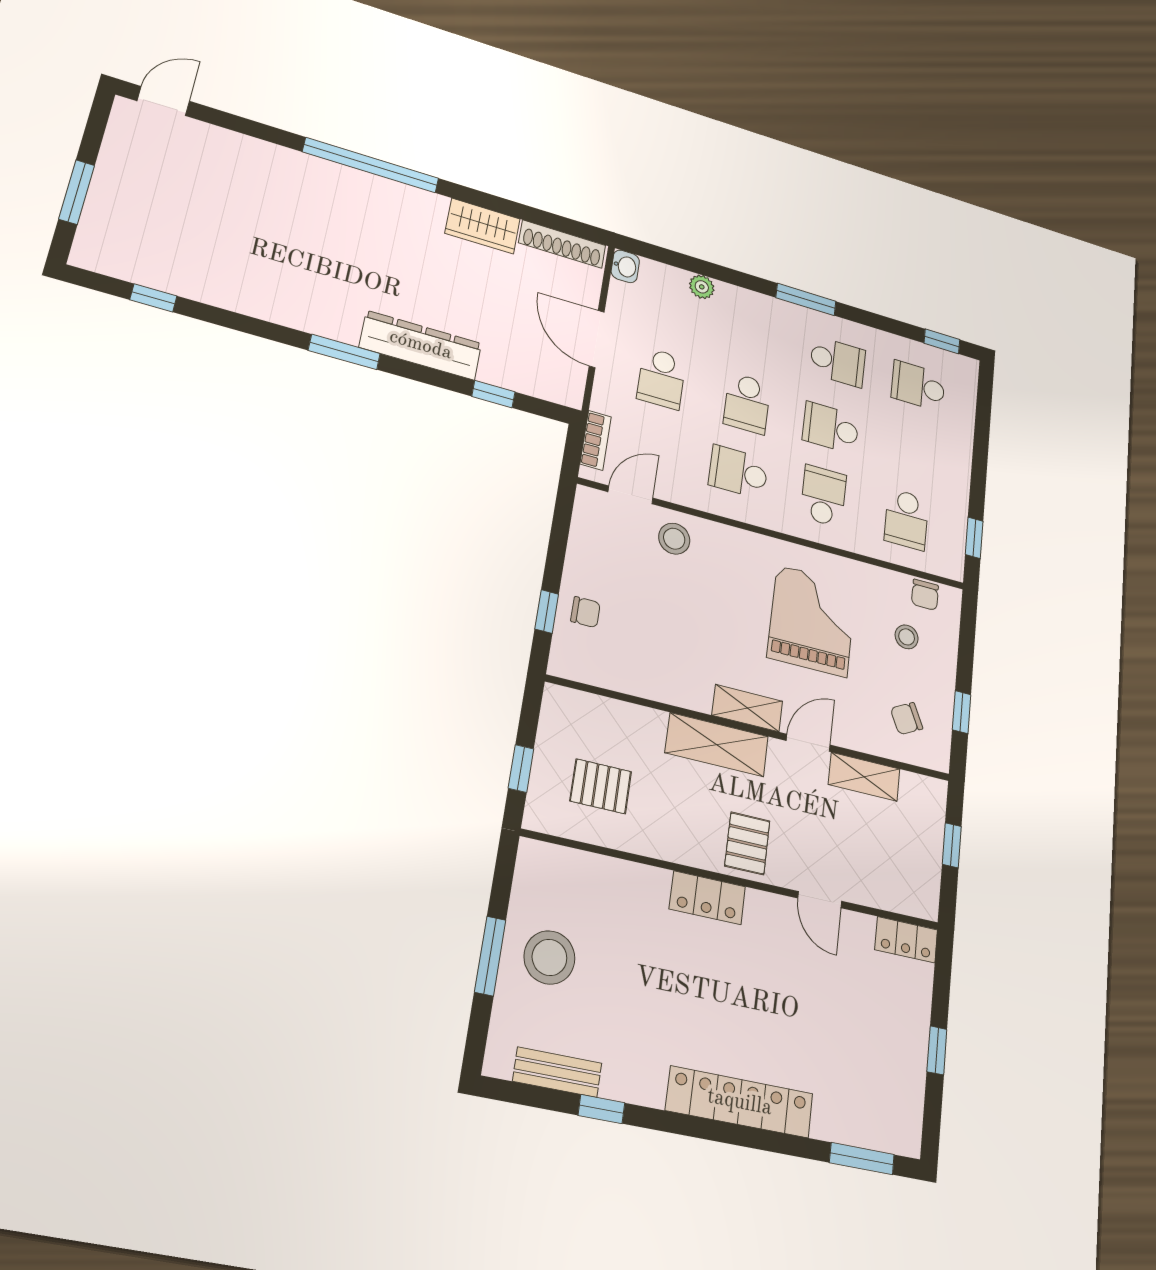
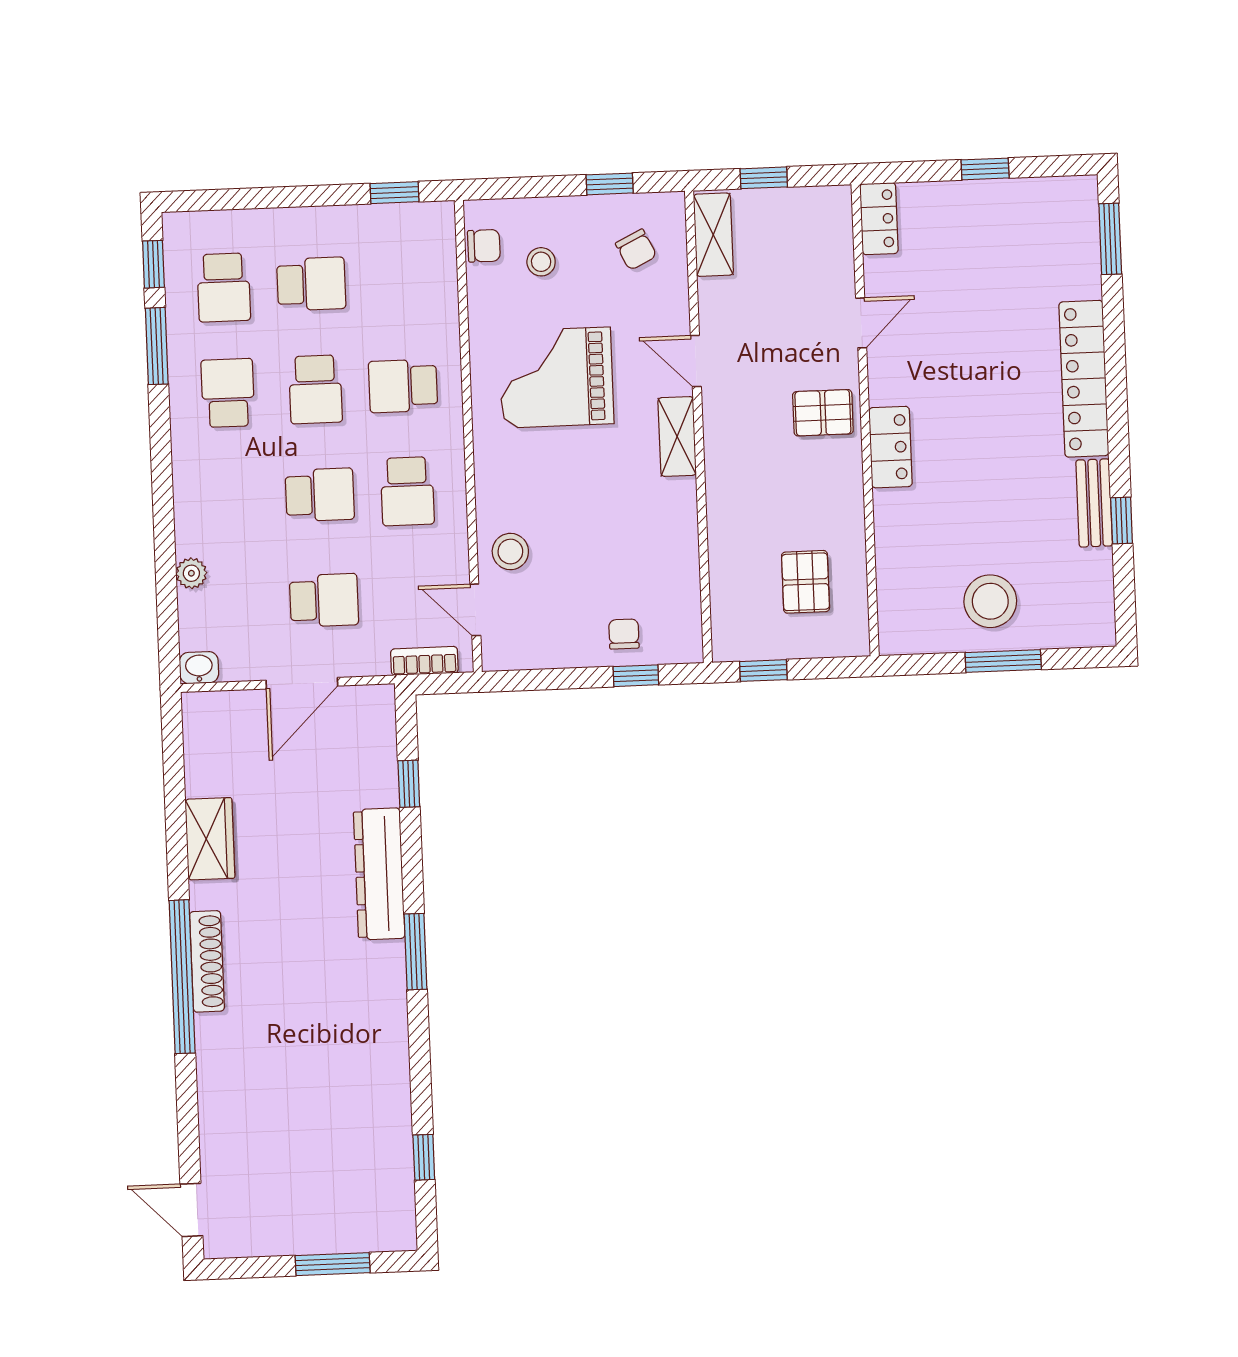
shoe rack: (562, 244) -> (207, 961), moved
window: (806, 299) -> (157, 346), moved
school desk: (906, 519) -> (311, 284), moved
shelving: (717, 745) -> (727, 464), removed
window: (521, 769) -> (763, 671), moved
shelving: (864, 777) -> (713, 235), moved
bench: (557, 1072) -> (1094, 503), moved

